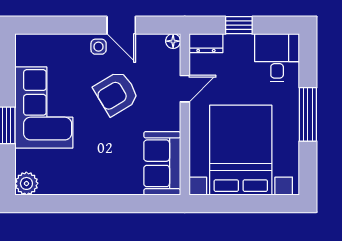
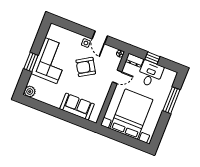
desk: (277, 58) -> (150, 74), moved
window: (308, 114) -> (171, 100), moved
sofa: (162, 163) -> (77, 107), moved, turned 90

